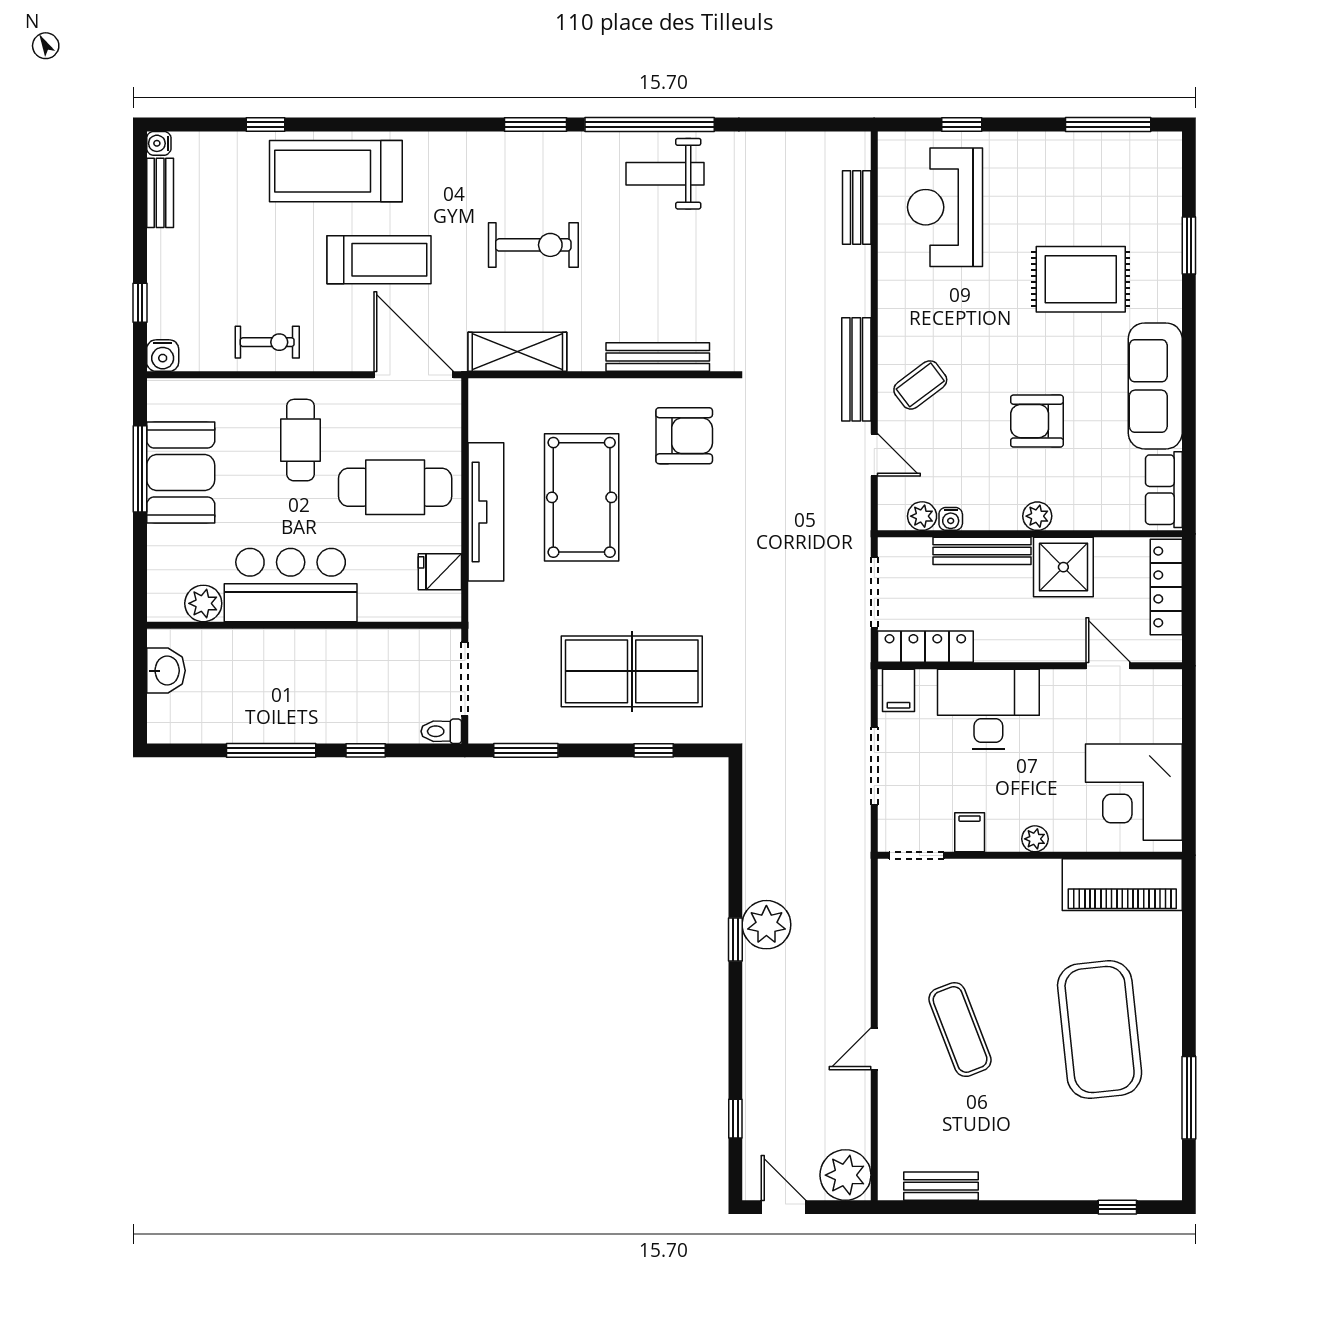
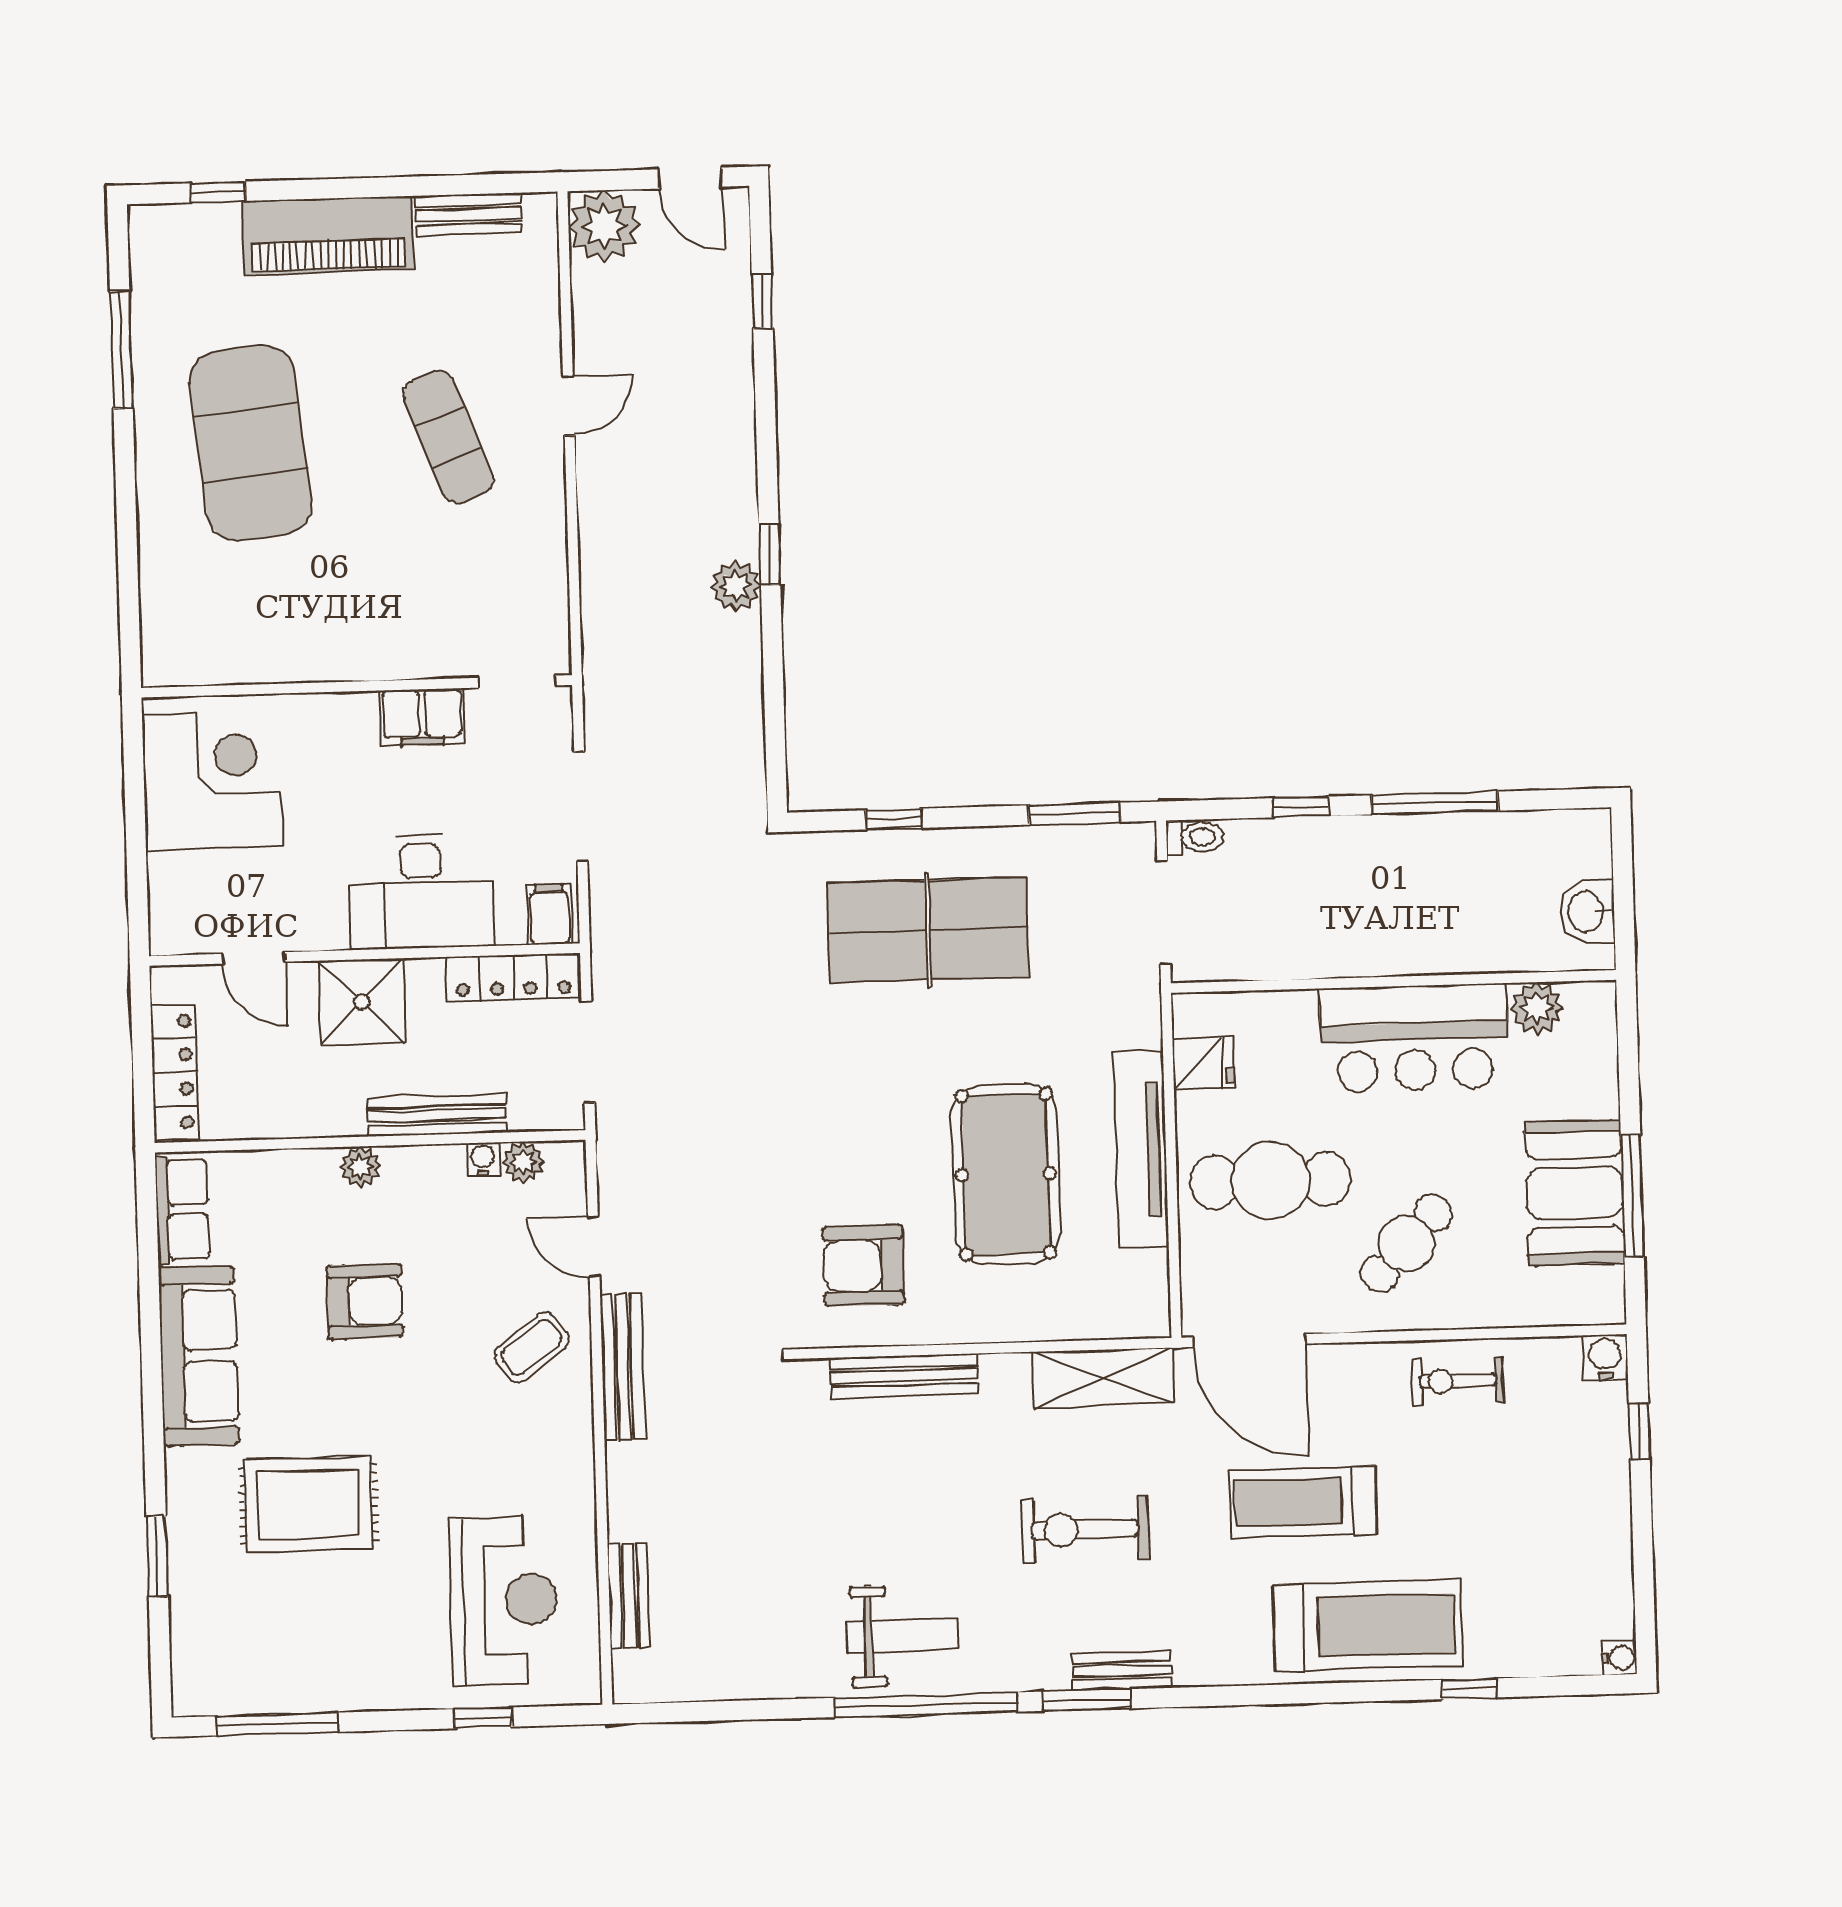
bench: (160, 193) -> (1122, 1671), moved, turned 90
cafe table: (300, 440) -> (1406, 1243), turned 43
shower: (1063, 567) -> (362, 1002), moved
filing cabinet: (970, 832) -> (422, 717), width x2.00
plant: (1035, 839) -> (350, 710), removed
piano: (1122, 885) -> (328, 235), moved, turned 180
plant: (766, 925) -> (736, 586), width x0.73, depth x0.73

